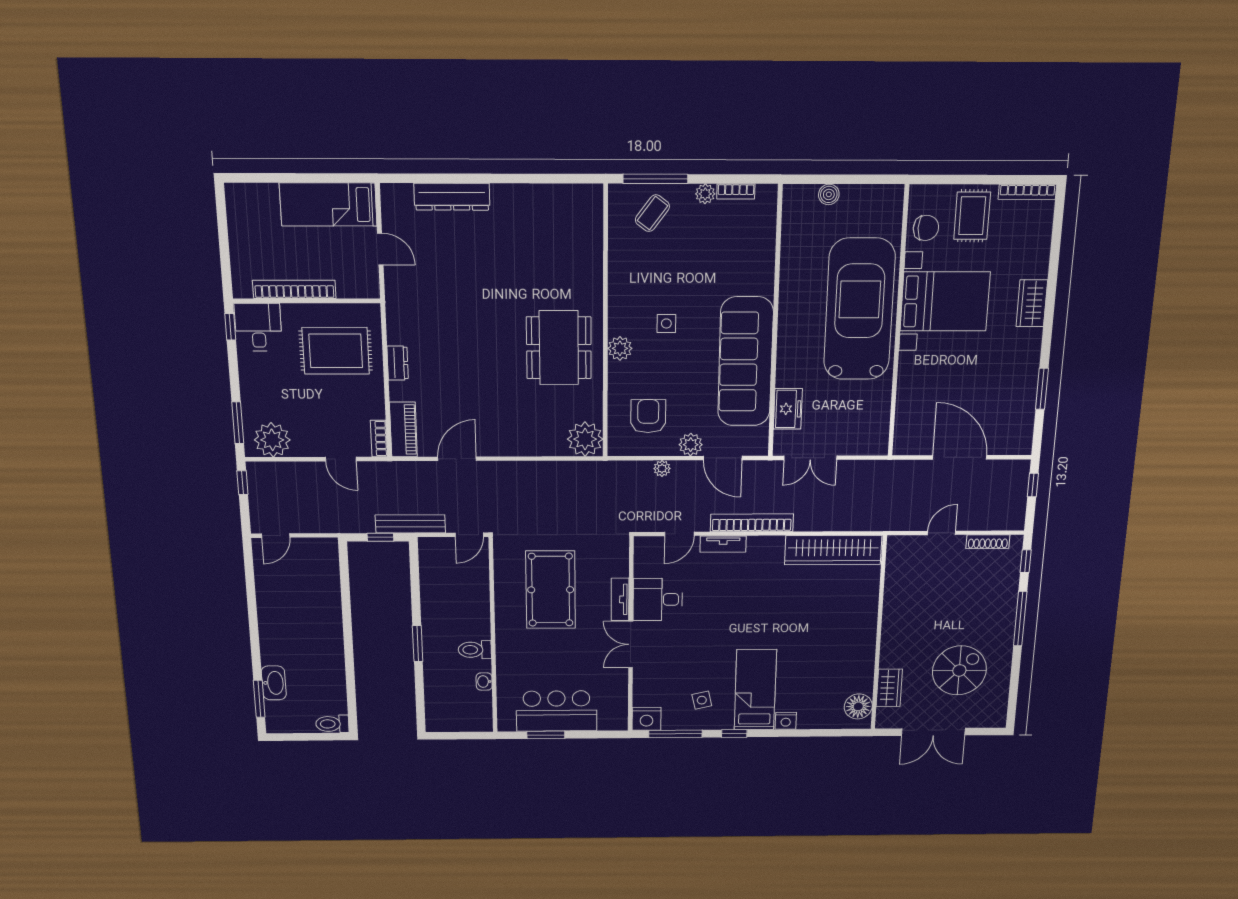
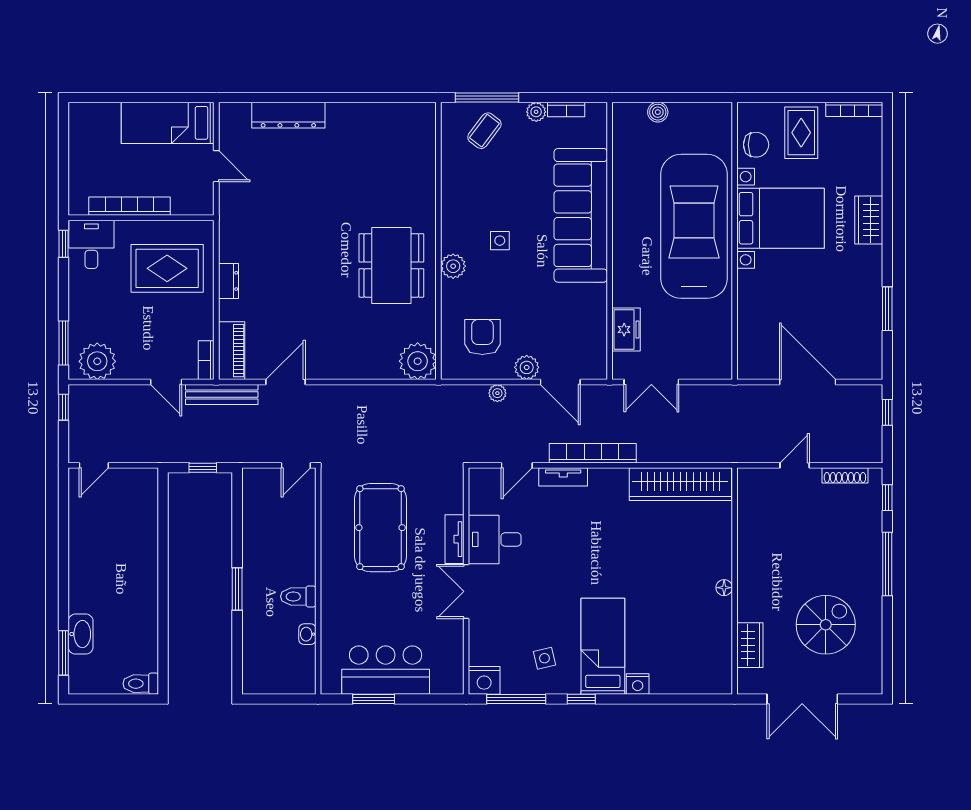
sofa: (745, 362) -> (581, 215), moved
bench: (410, 524) -> (222, 394), moved
floor lamp: (858, 706) -> (724, 588), moved, width x0.53, depth x0.53

